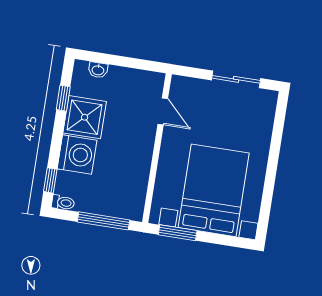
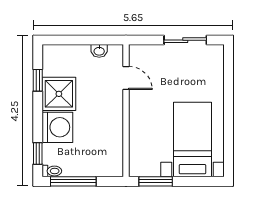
washbasin: (98, 70) -> (99, 51), moved
bed with nightstands: (214, 190) -> (192, 140), width x0.73
window: (104, 221) -> (73, 181), moved

